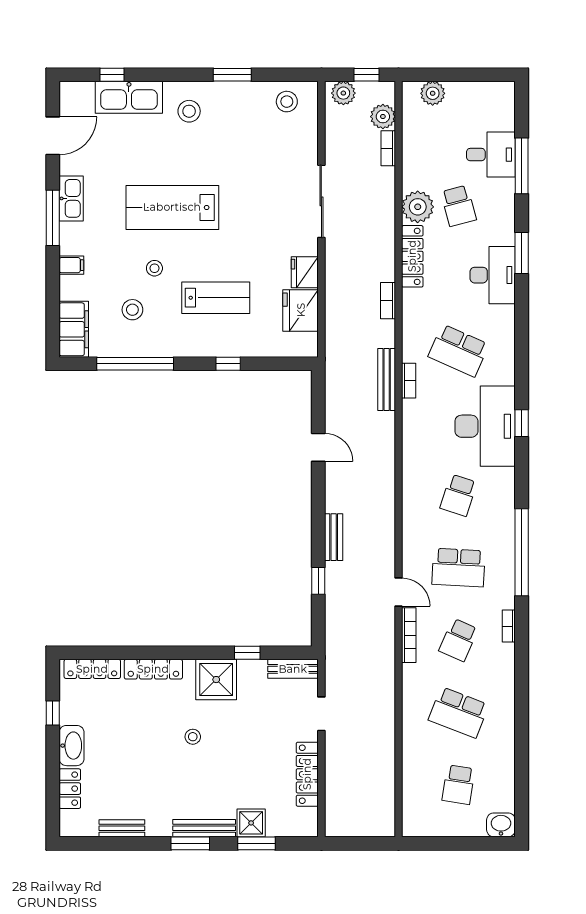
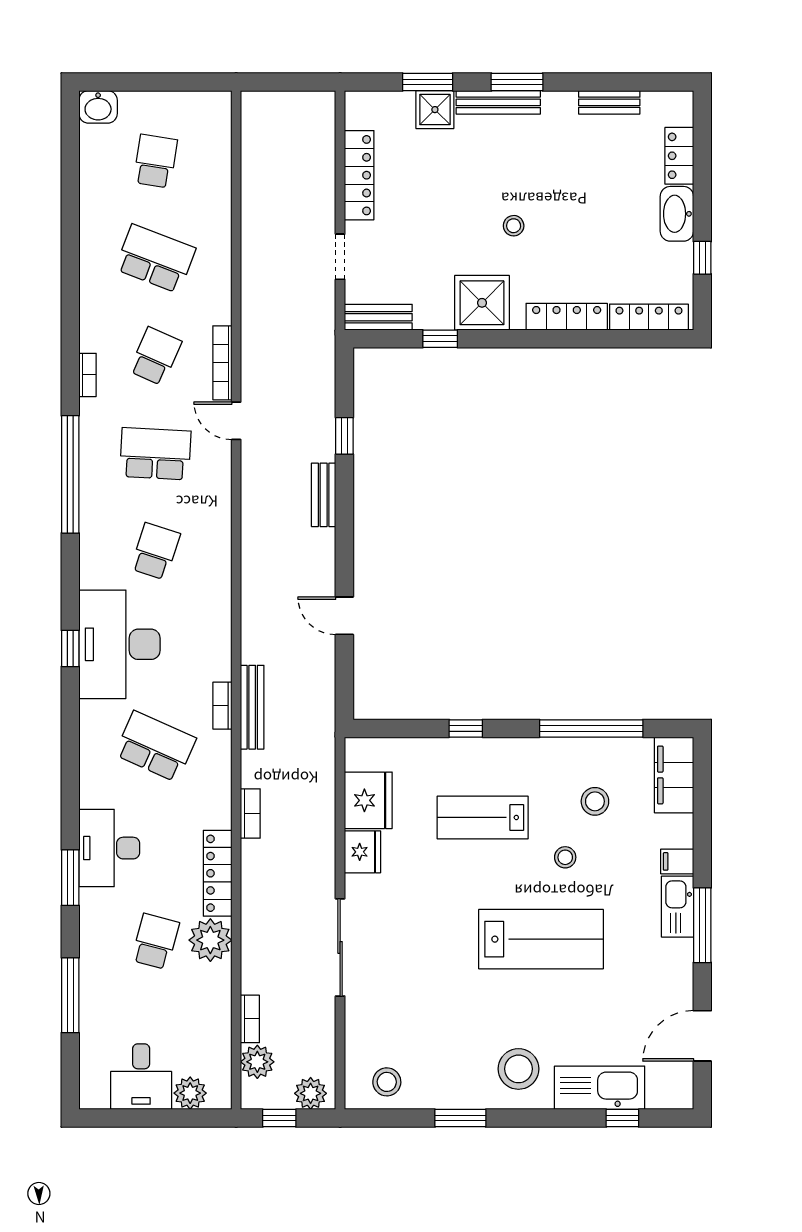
stool: (189, 111) -> (518, 1069), width x1.38, depth x1.38
desk: (491, 155) -> (141, 1077), moved, turned -90
kitchen sink: (71, 198) -> (678, 907), moved
school desk: (458, 206) -> (155, 941), turned 30

